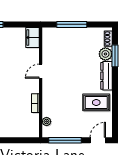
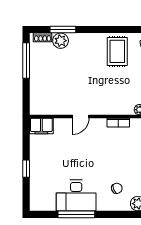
window: (72, 24) -> (26, 61), moved
door: (41, 71) -> (81, 116), hinge flipped
dresser: (106, 76) -> (86, 40), removed

